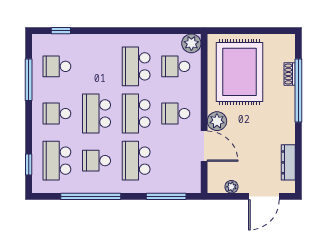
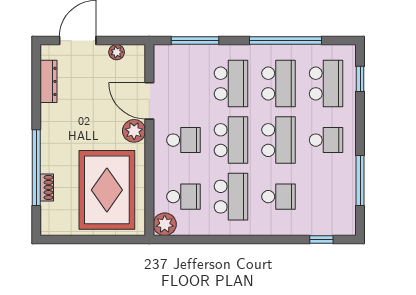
school desk: (57, 66) -> (279, 197), moved
school desk: (97, 161) -> (279, 84), width x1.85

